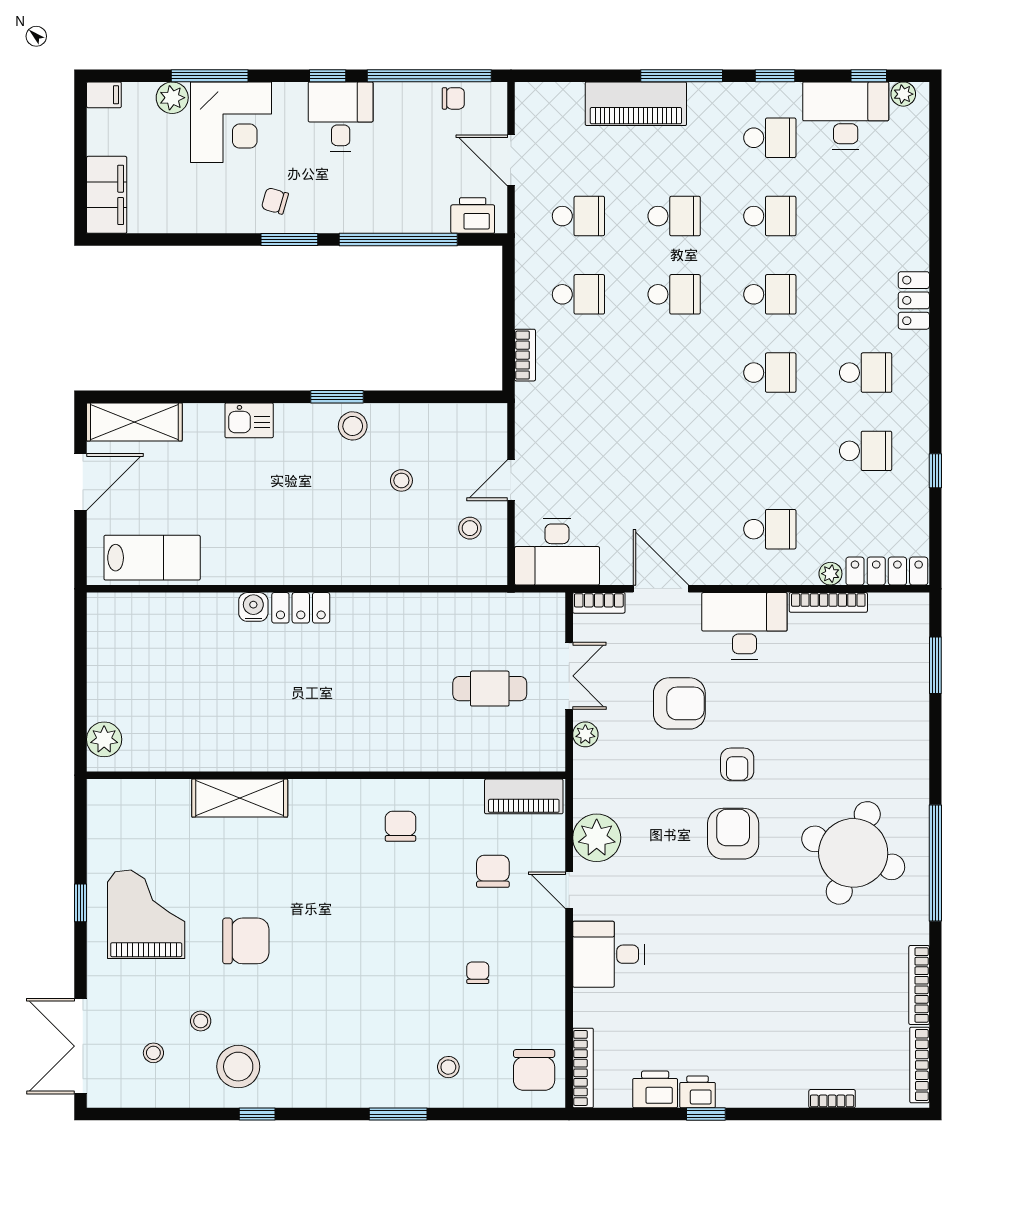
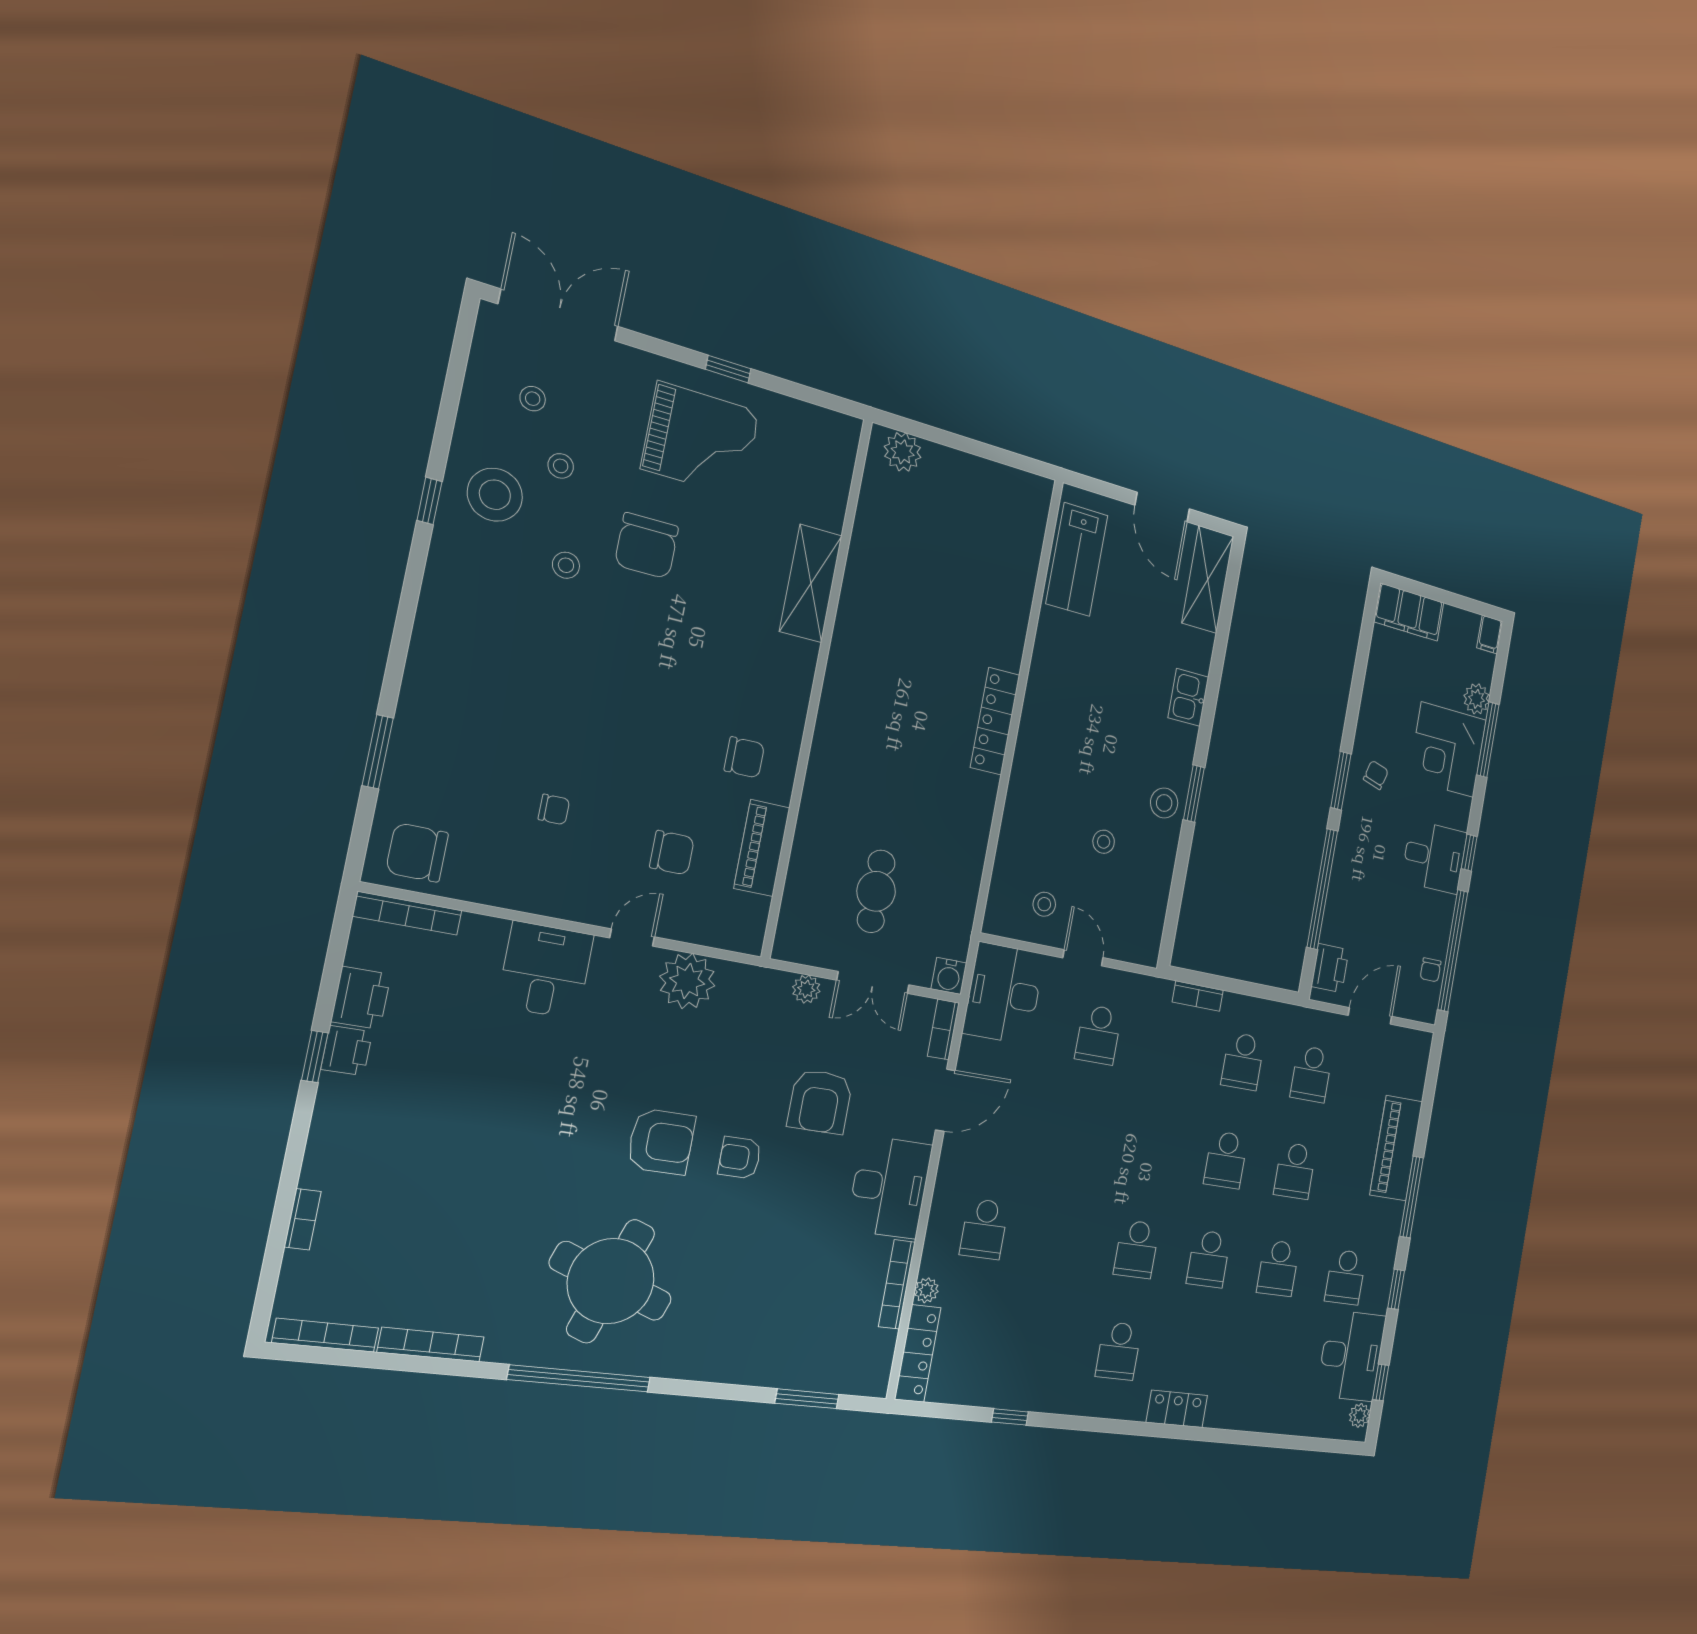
school desk: (866, 451) -> (1098, 1035), moved
water cooler: (253, 607) -> (949, 976), moved, turned 90
locker: (301, 608) -> (995, 721), width x1.53
piano: (524, 796) -> (762, 848), moved
stool: (448, 1067) -> (566, 565), moved
window: (398, 1114) -> (378, 752), moved

